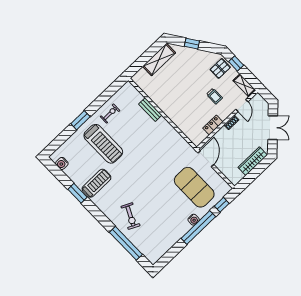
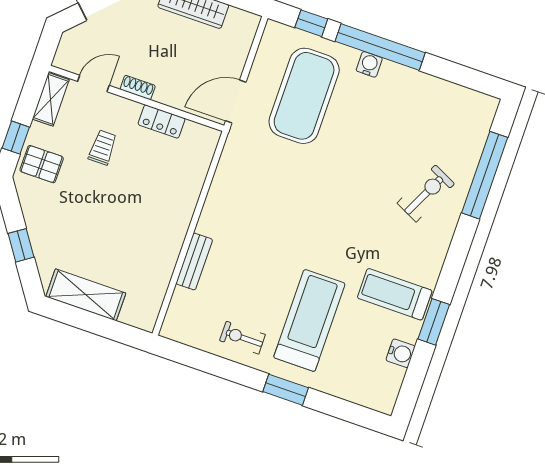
water cooler: (62, 163) -> (401, 353), moved

